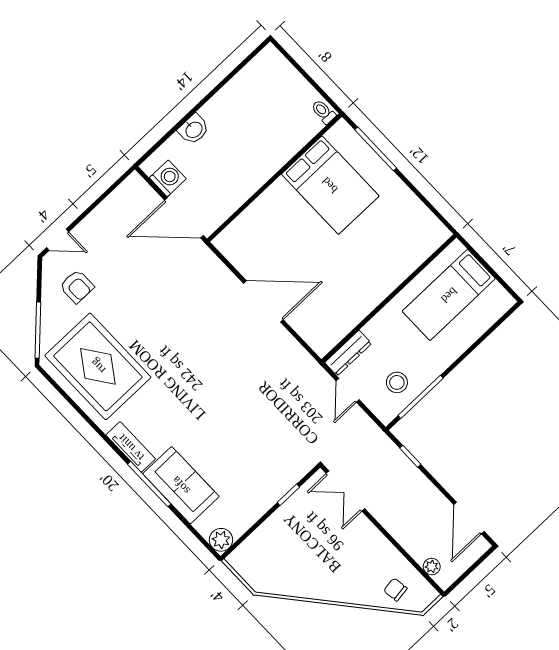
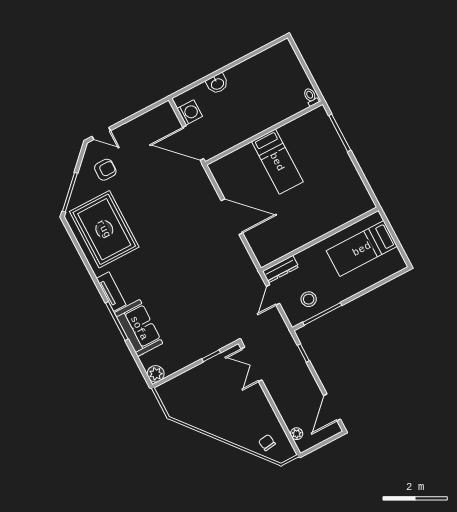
bed: (330, 185) -> (277, 162), moved, width x0.67
armchair: (77, 286) -> (105, 170), turned -90

